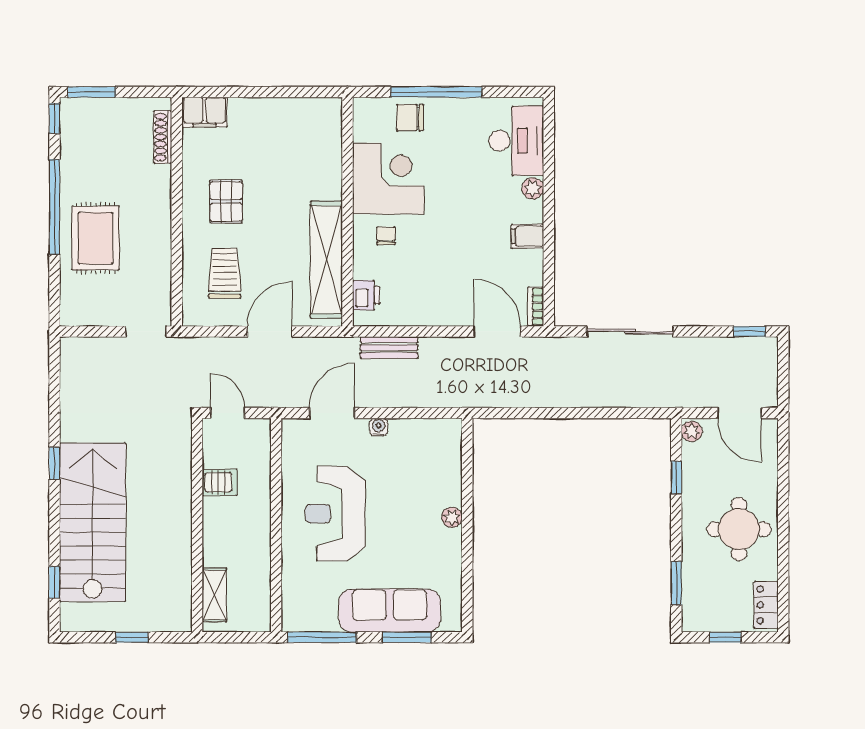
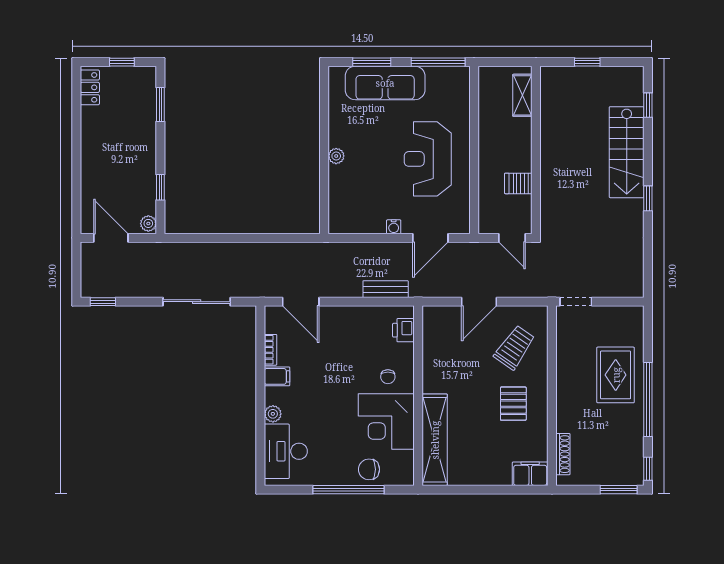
chair: (410, 118) -> (369, 469), turned 180
shelving: (326, 260) -> (435, 440), moved
trolley: (225, 273) -> (514, 348), turned -145
bookcase: (536, 307) -> (270, 350), moved
reception desk: (335, 514) -> (428, 159), turned 180
stairs: (93, 522) -> (627, 152), width x0.73, depth x0.66
round table: (739, 529) -> (111, 147), removed

